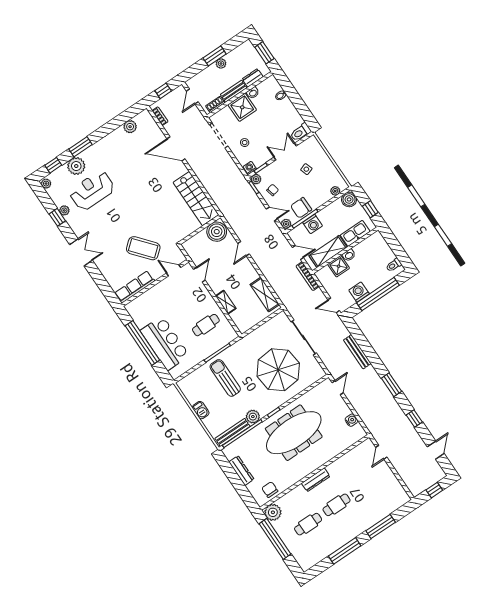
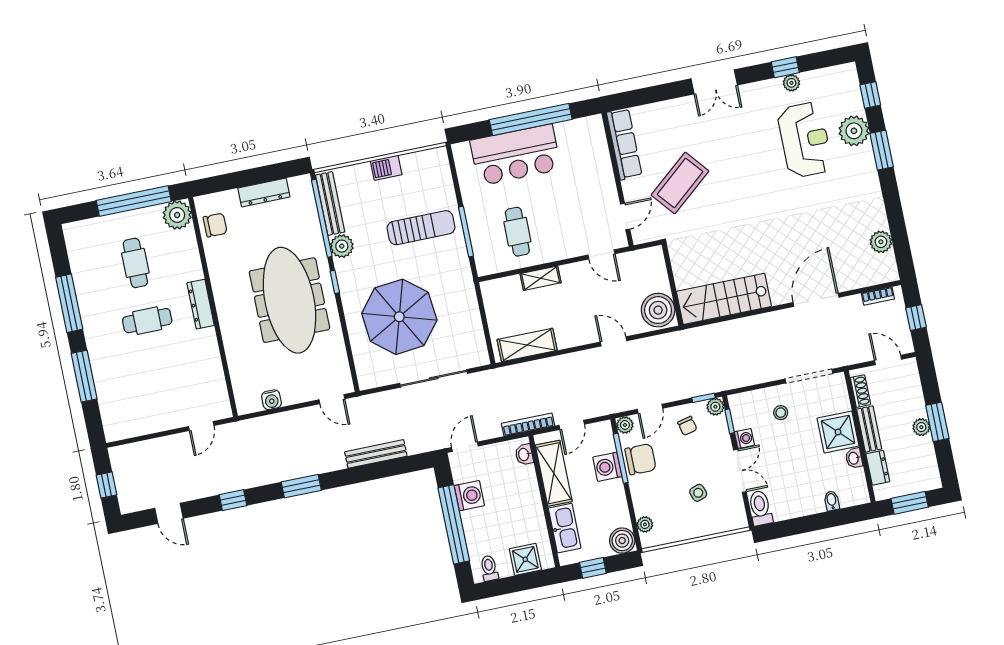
washing machine: (250, 168) -> (744, 438), moved
plant: (46, 184) -> (846, 72), removed
chair: (301, 208) -> (640, 459), turned 90
washbasin: (349, 255) -> (524, 454), moved
shower: (339, 266) -> (525, 559), moved
door: (381, 452) -> (201, 426), swing flipped
cafe table: (337, 505) -> (147, 321), turned 90

